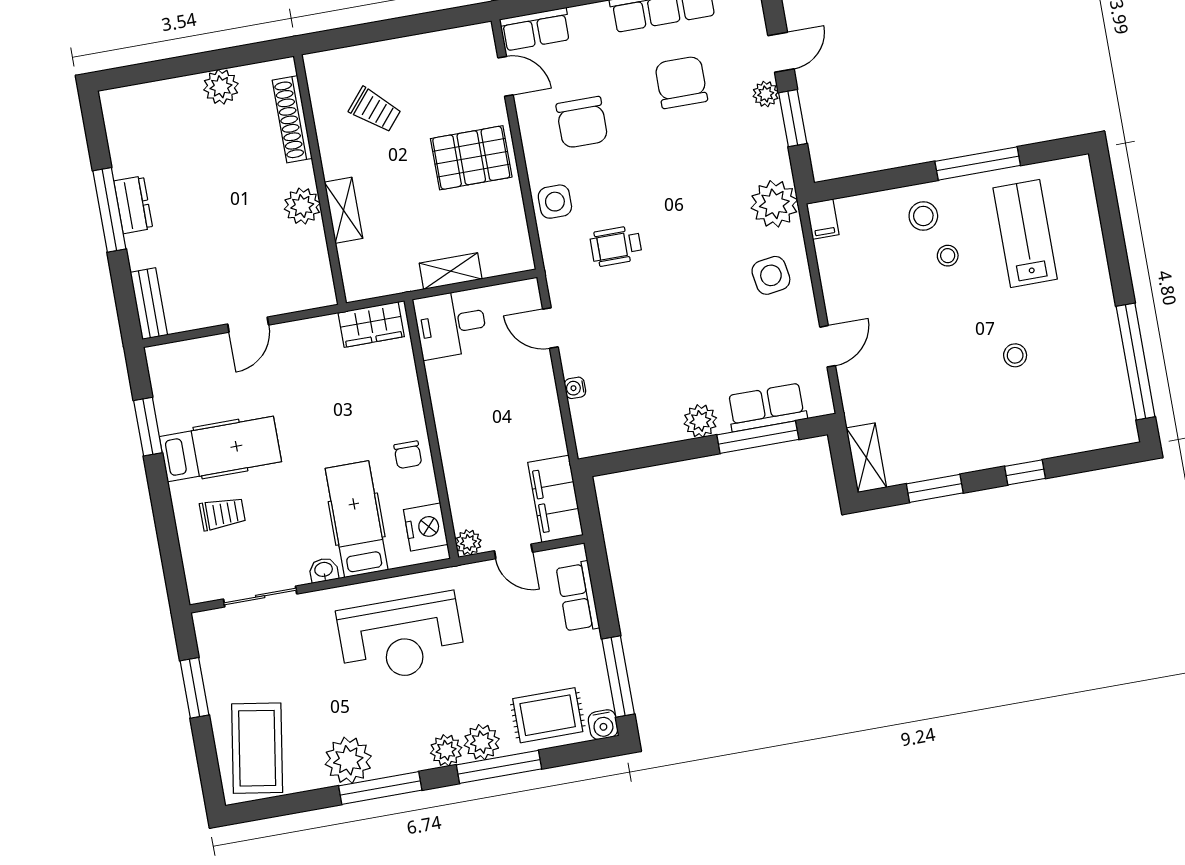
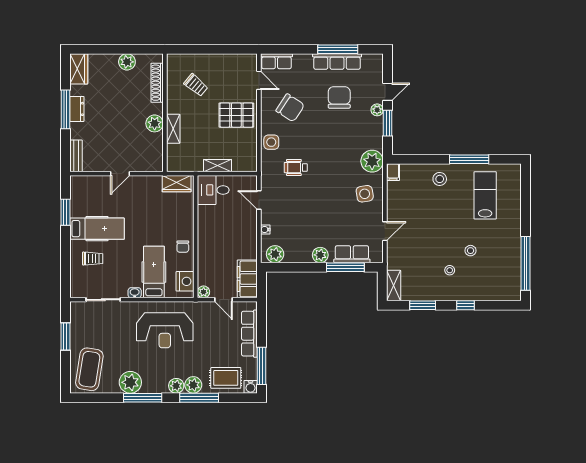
wardrobe: (122, 120) -> (79, 69), added
chair: (582, 122) -> (290, 108), turned -57
stool: (948, 256) -> (450, 270), moved
plant: (605, 436) -> (275, 254), added
row of seats: (578, 597) -> (249, 334), width x1.48

